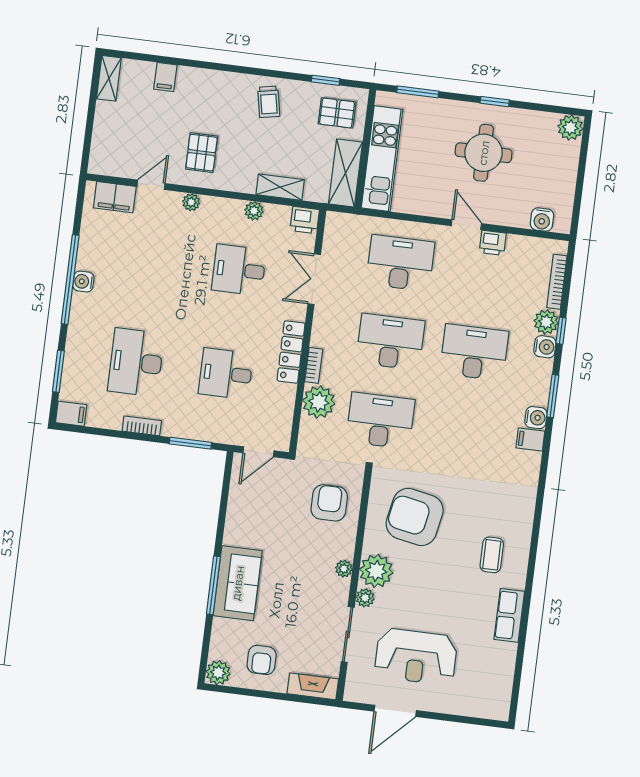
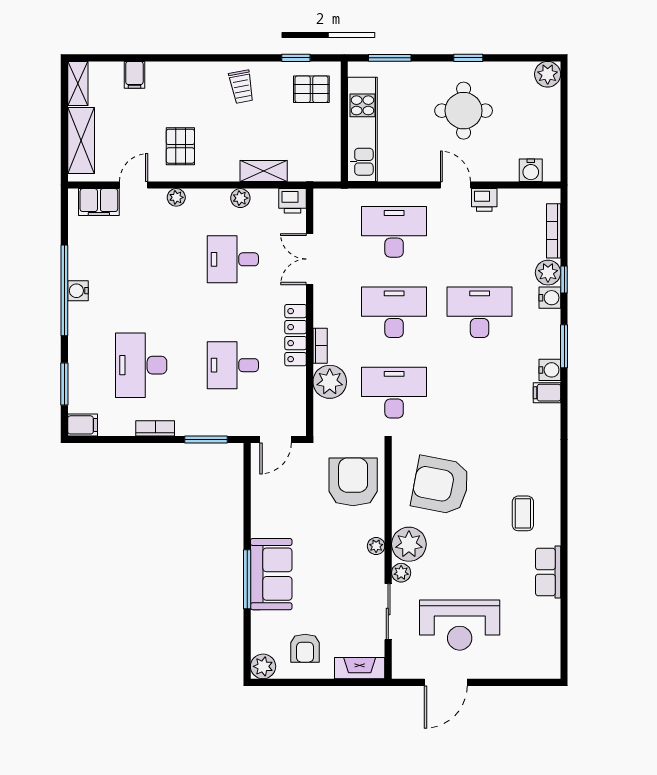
shelving: (346, 173) -> (81, 141), moved
armchair: (329, 503) -> (353, 482), width x1.36, depth x1.36

